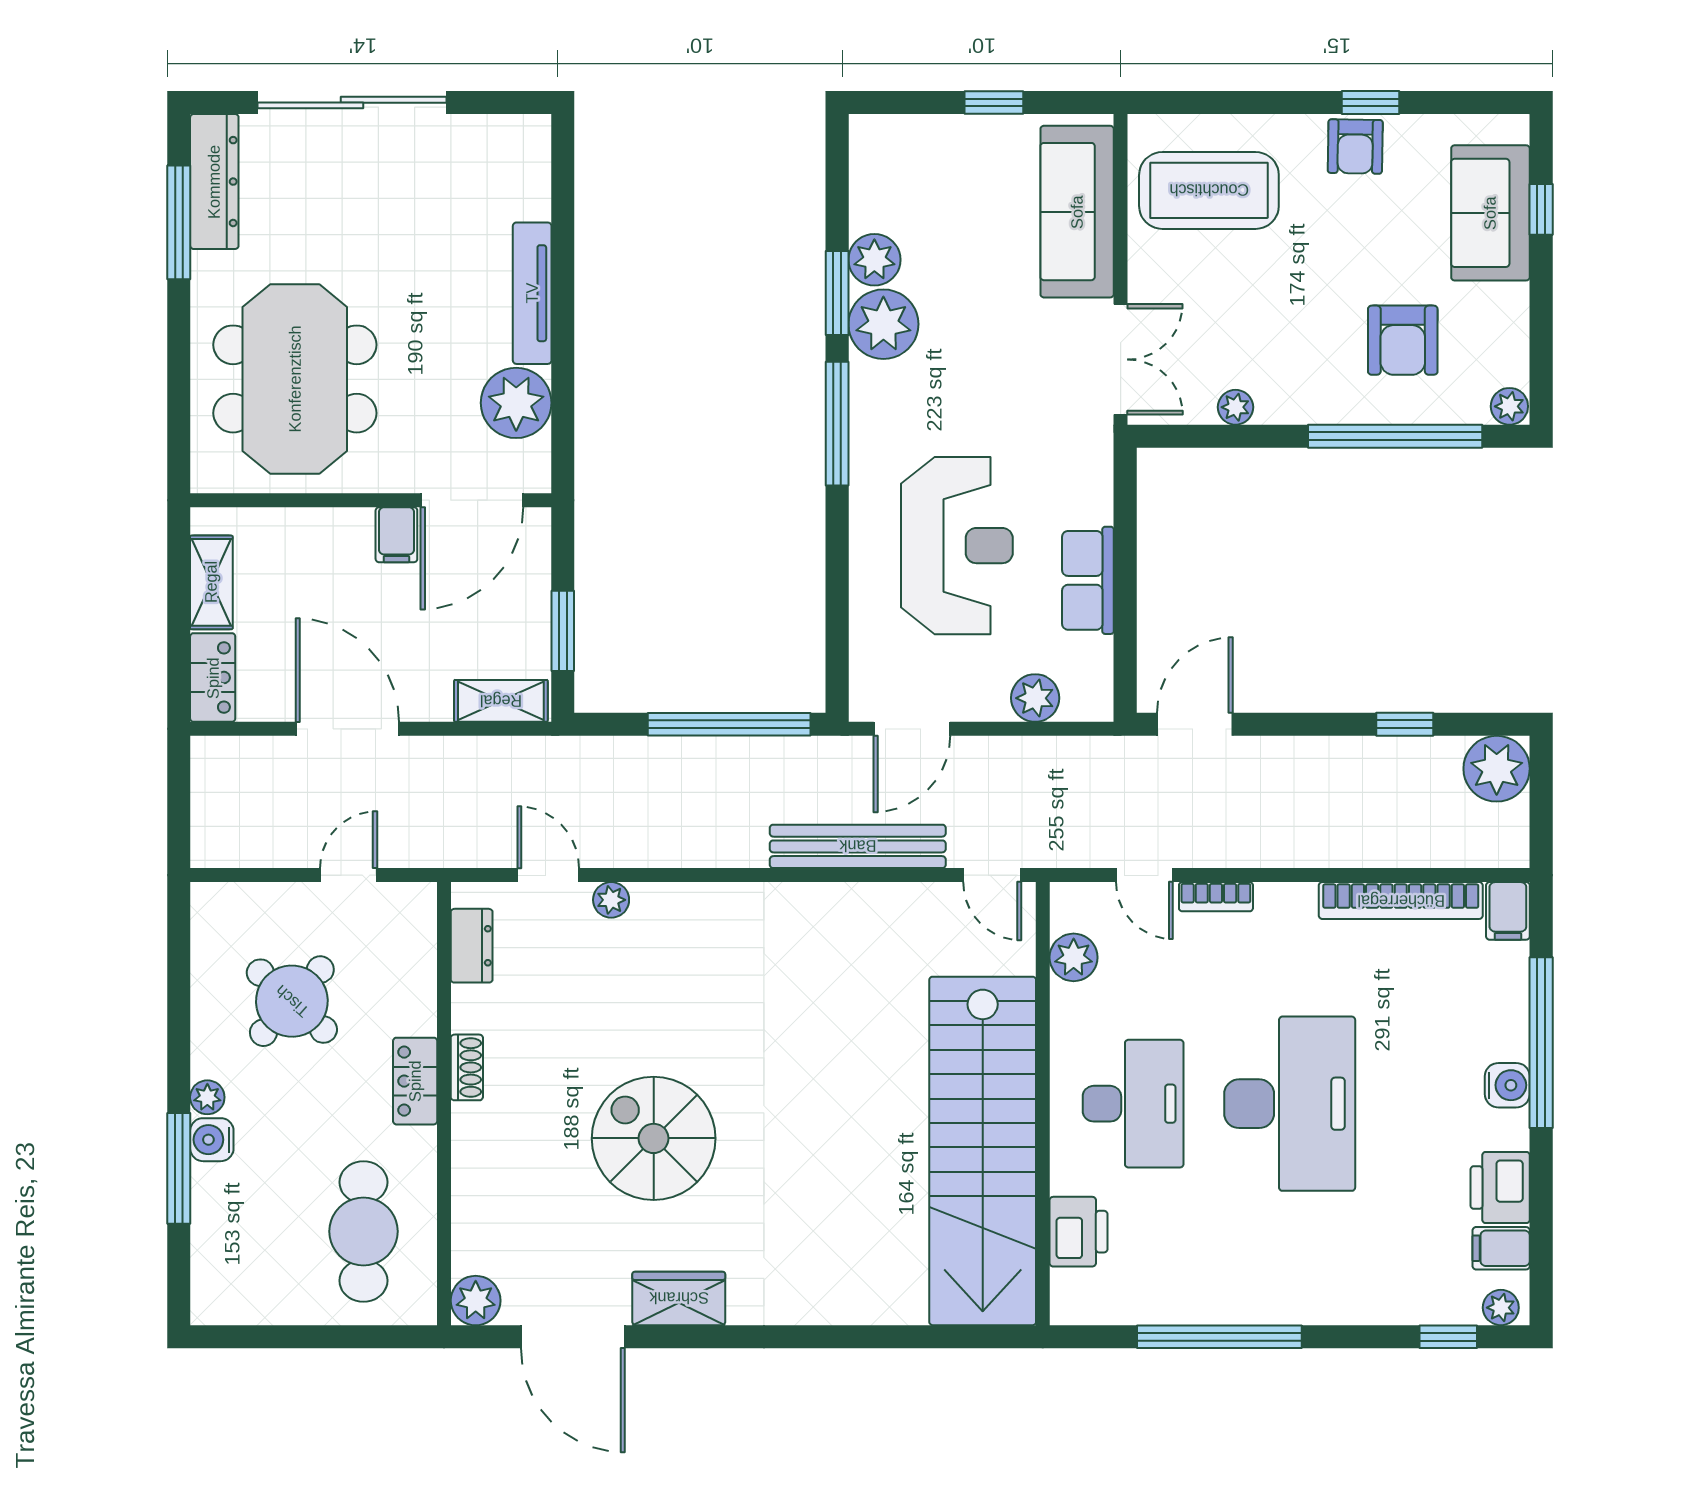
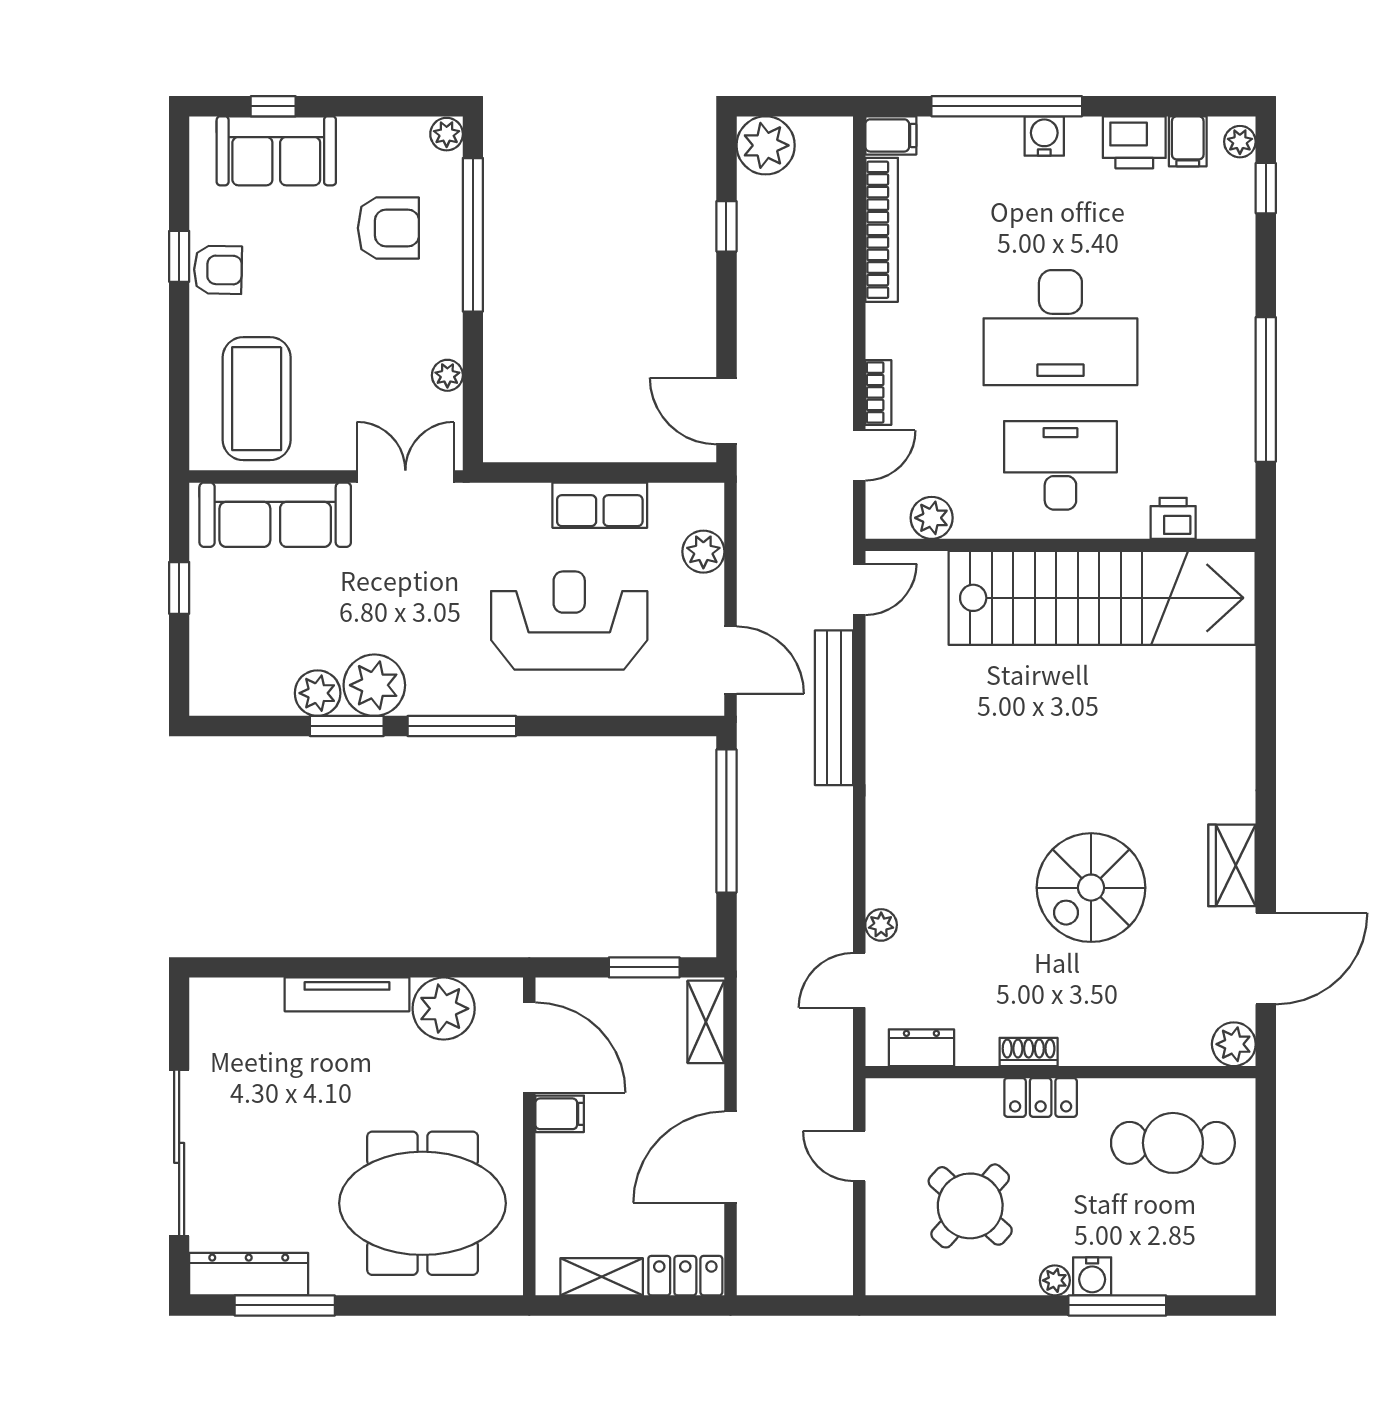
desk: (1290, 1104) -> (1060, 328), turned 180
printer: (1079, 1232) -> (1173, 518), width x0.73, depth x0.81

